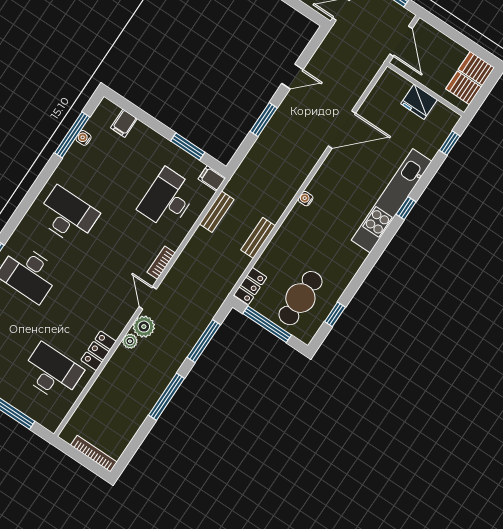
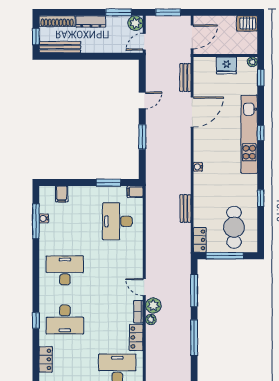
door: (401, 41) -> (192, 37), hinge flipped
server rack: (464, 88) -> (247, 40), removed
plant: (452, 118) -> (252, 62), added
bench: (217, 212) -> (185, 78), moved
bookcase: (161, 263) -> (138, 312), moved
window: (335, 314) -> (261, 198), moved

